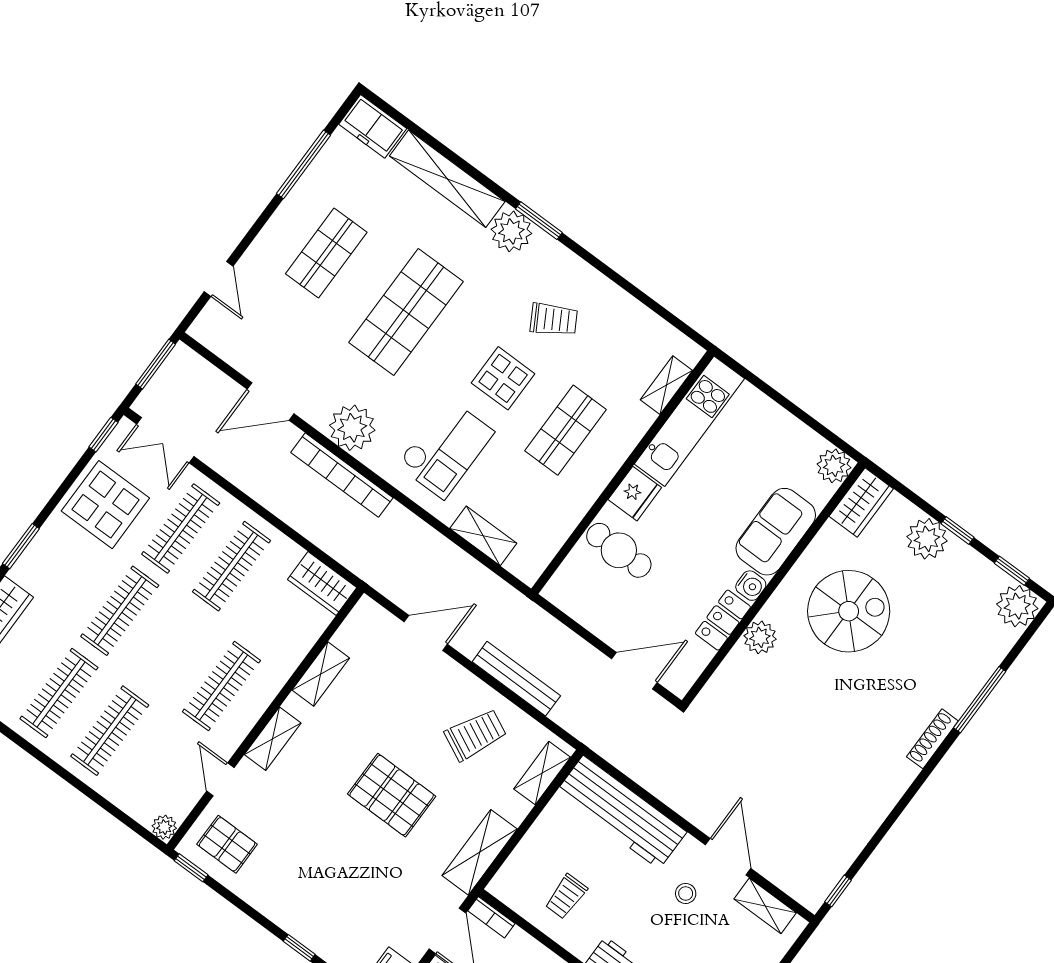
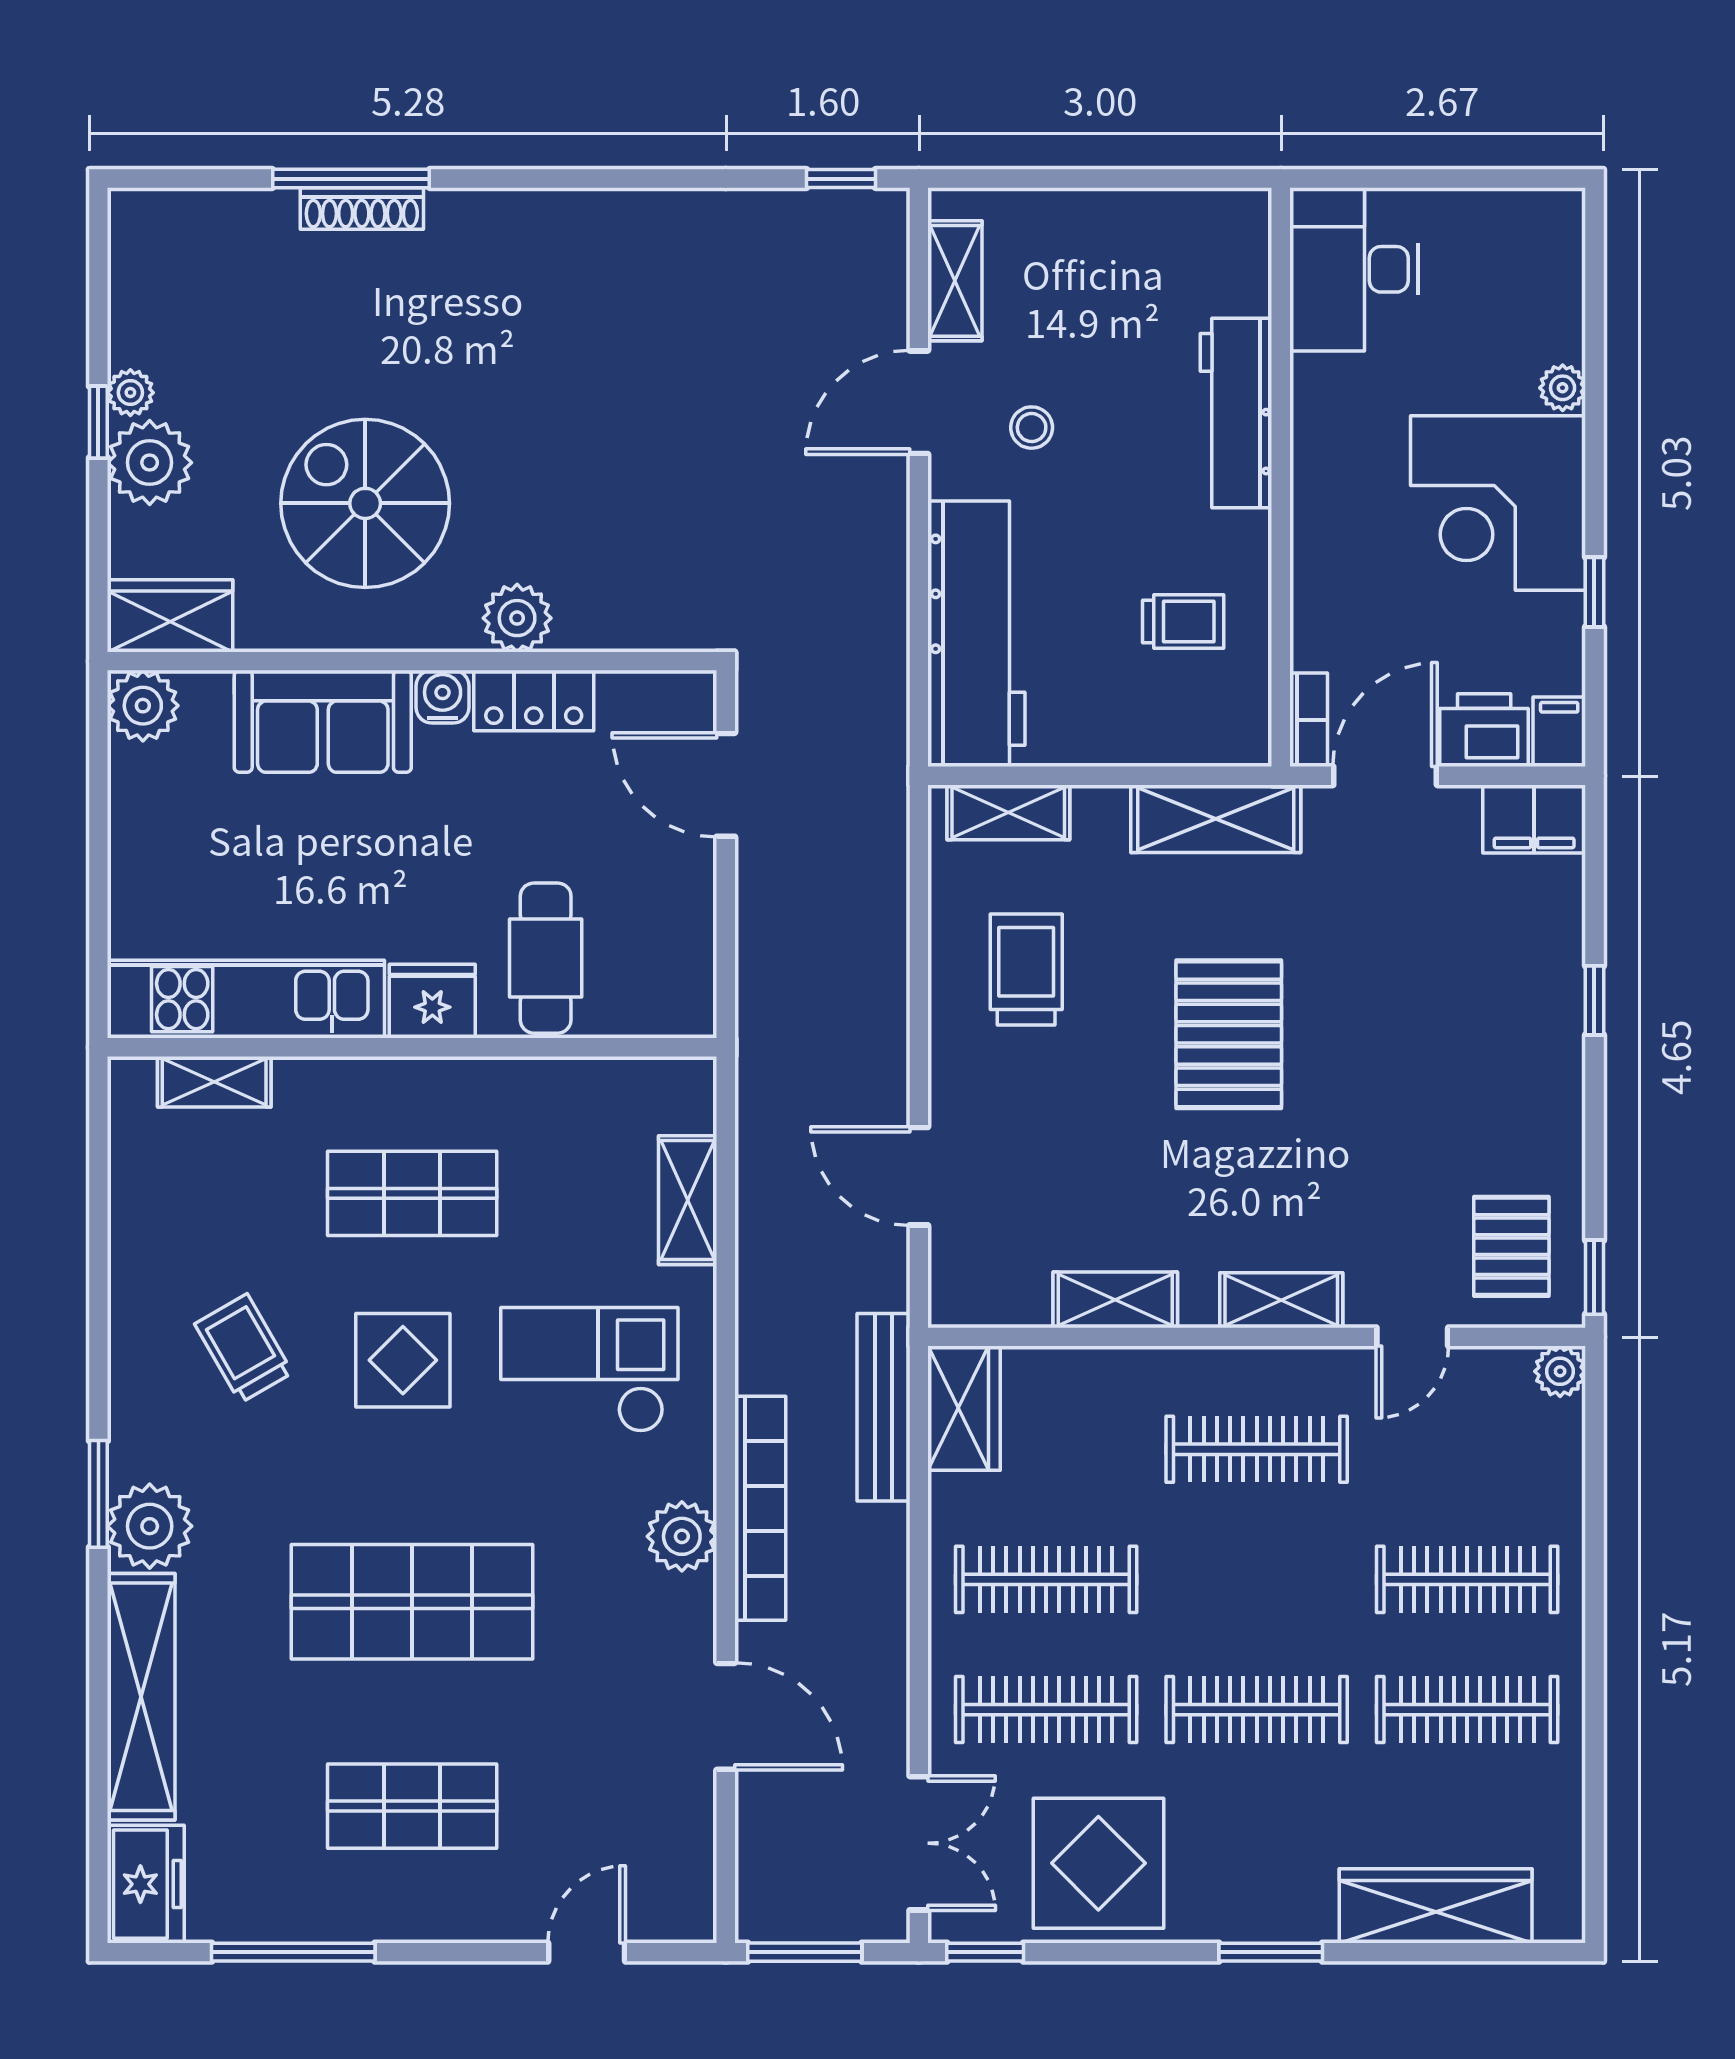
plant: (352, 428) -> (682, 1536), width x0.73, depth x0.73
window: (1012, 571) -> (98, 283), removed
plant: (1017, 606) -> (130, 393), moved, width x0.53, depth x0.53
bench: (516, 679) -> (883, 1407), moved
trolley: (475, 735) -> (1026, 970), turned 64
shoe rack: (932, 739) -> (362, 208), moved

